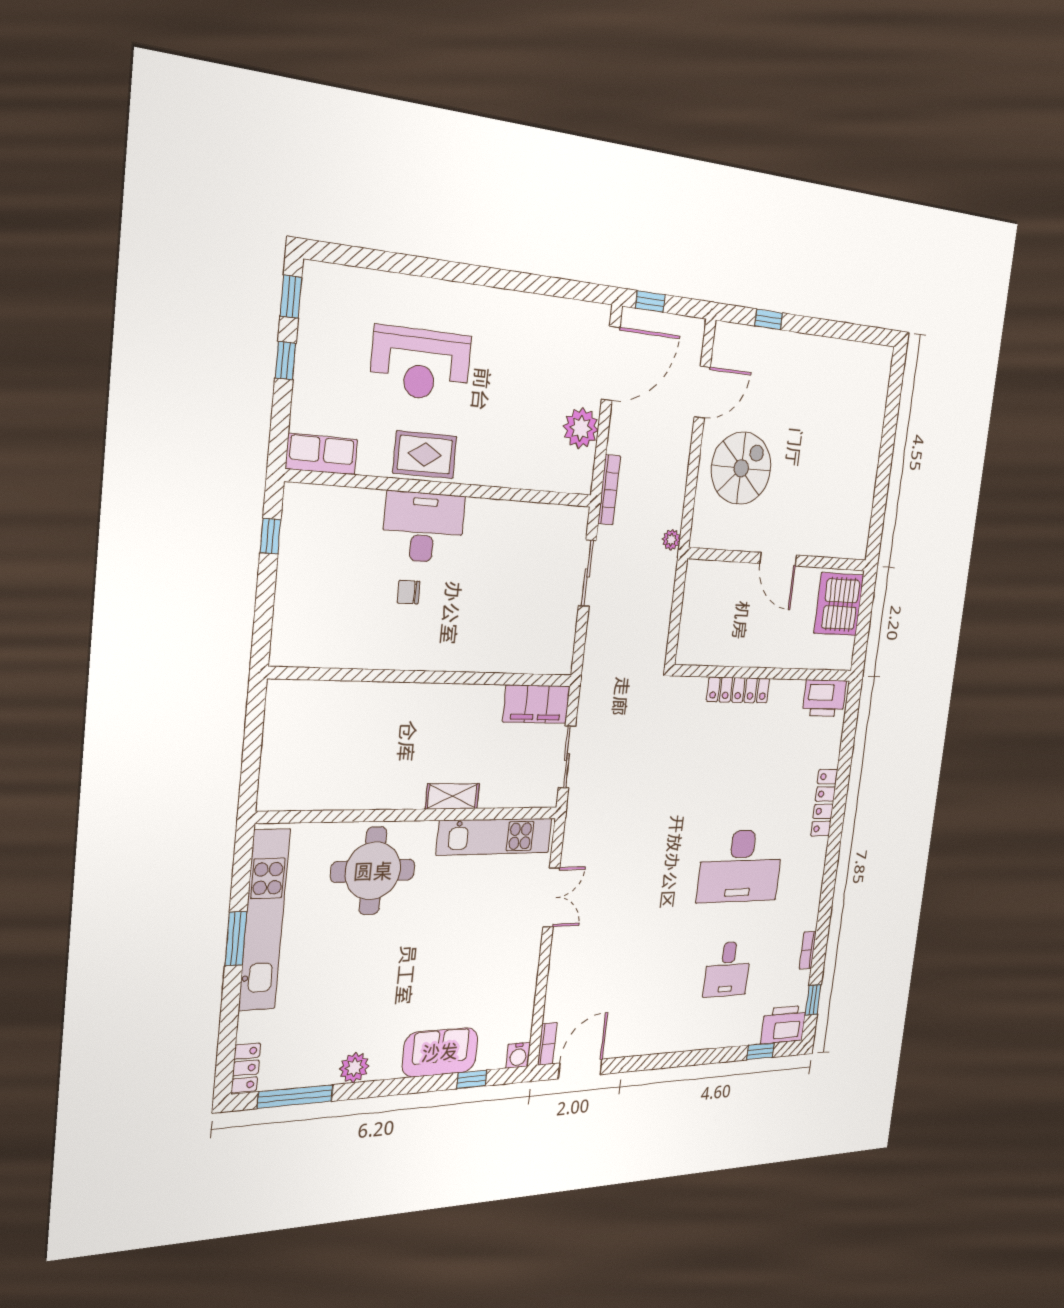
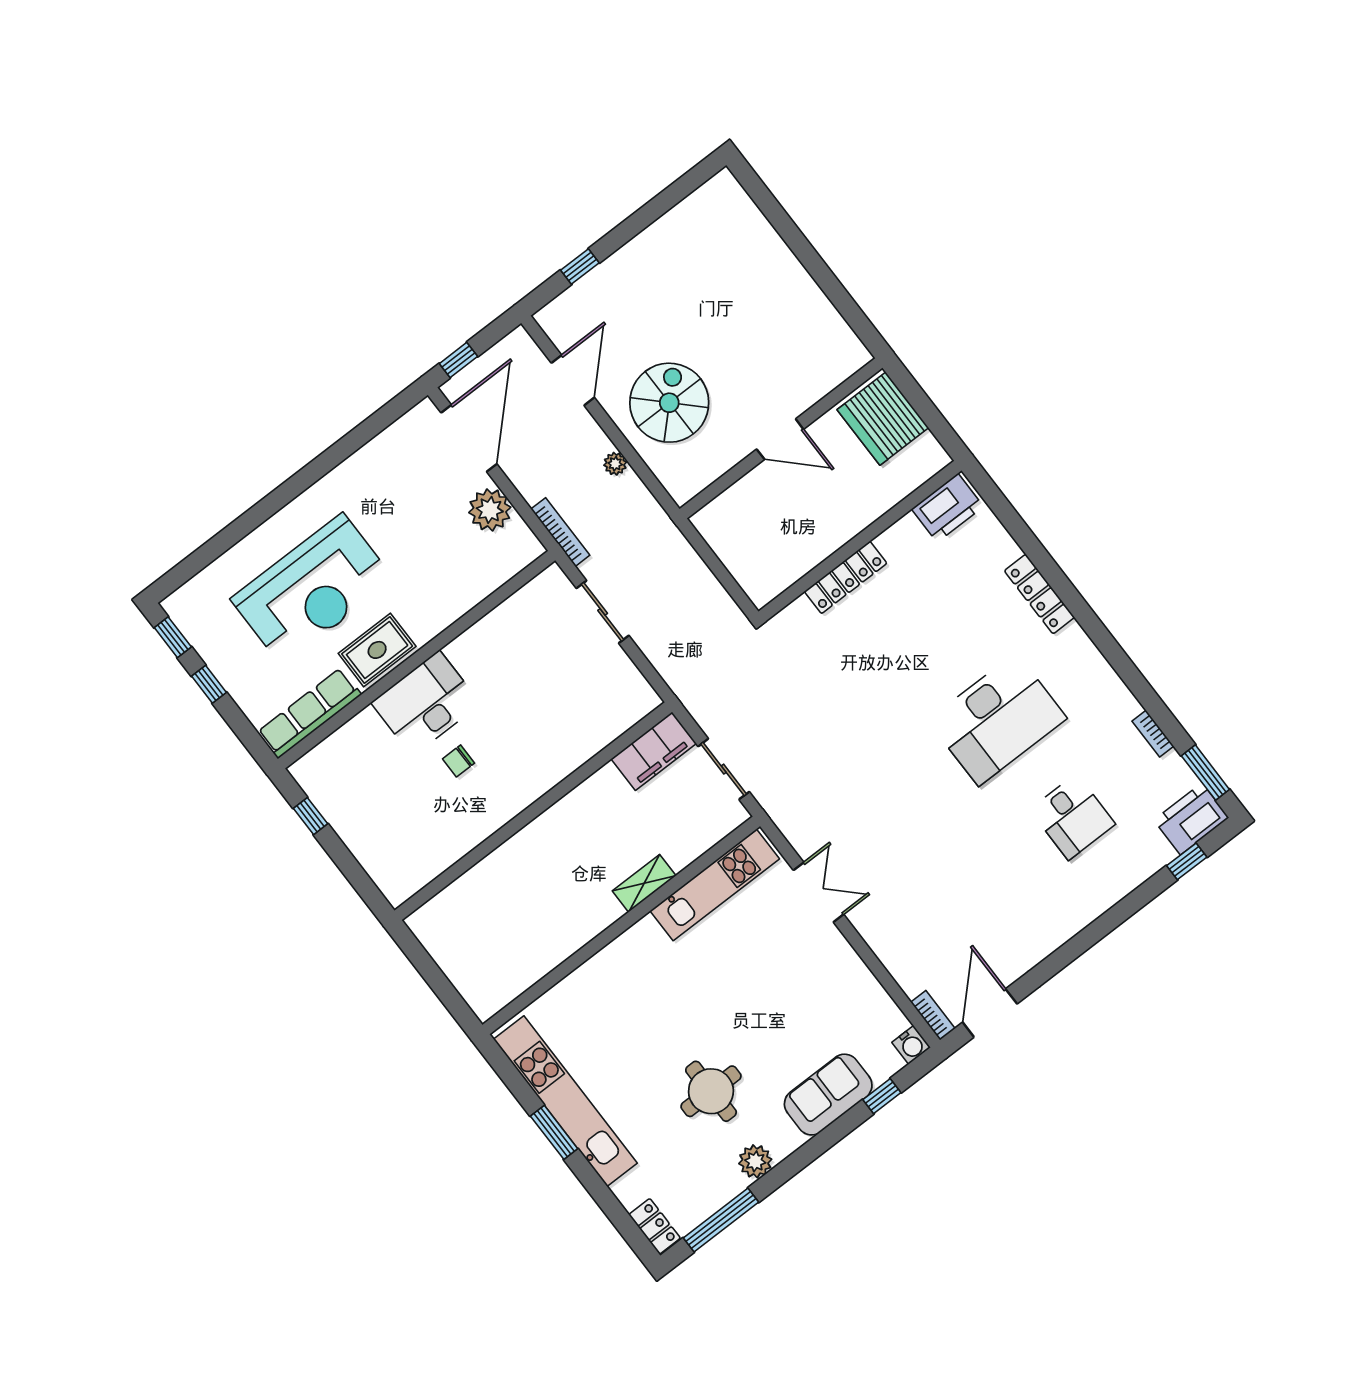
reception desk: (420, 364) -> (312, 589), width x1.36, depth x1.30
row of seats: (322, 454) -> (309, 713), width x1.48
plant: (671, 540) -> (615, 464), moved
round table: (373, 871) -> (711, 1091), moved, width x0.73, depth x0.73
window: (813, 1000) -> (1205, 773), width x1.50

